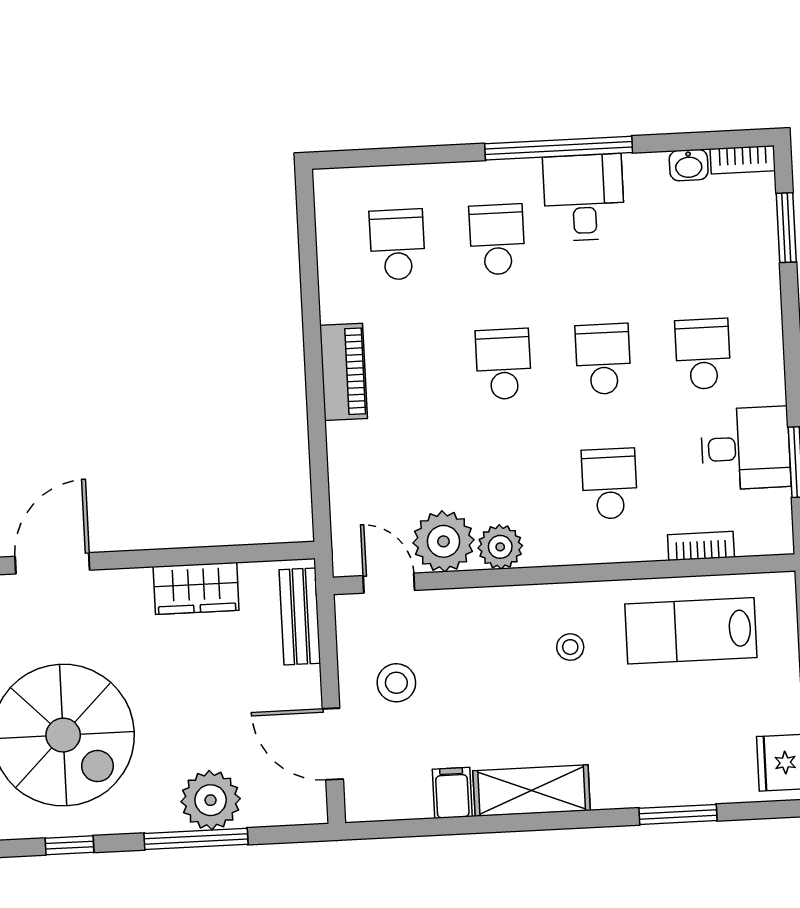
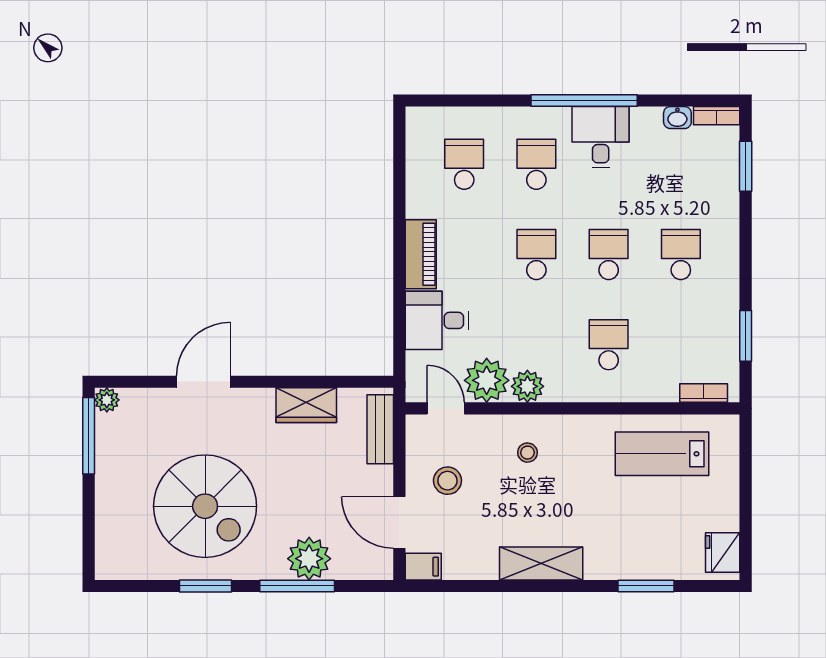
desk: (746, 448) -> (437, 320), moved, turned 180
bookcase: (701, 546) -> (704, 393), moved
stool: (570, 647) -> (527, 453), moved
filing cabinet: (452, 793) -> (423, 567), moved, turned 90
window: (69, 845) -> (206, 586), width x1.50

